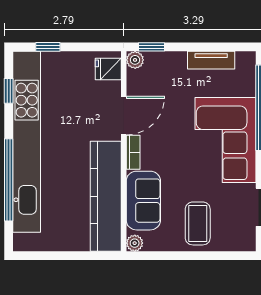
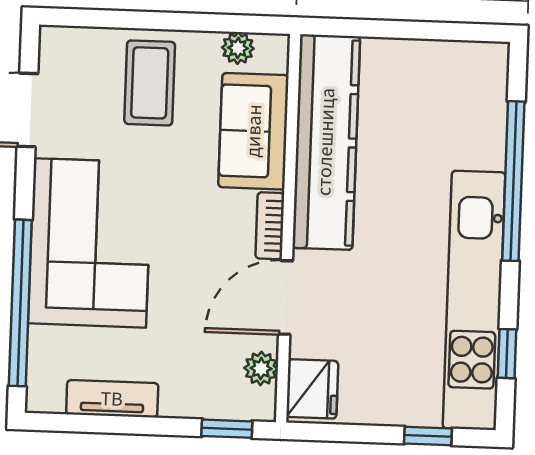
plant: (135, 60) -> (261, 368), moved
fridge: (108, 69) -> (312, 389), width x1.38
kitchen unit: (27, 142) -> (474, 300), width x0.73
plant: (135, 243) -> (238, 48), moved

